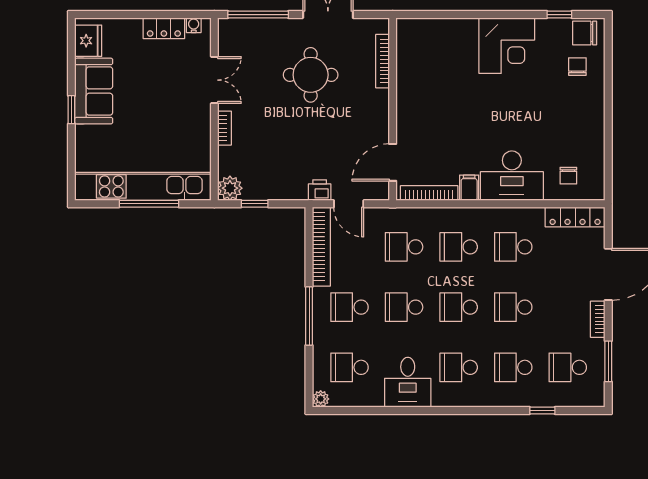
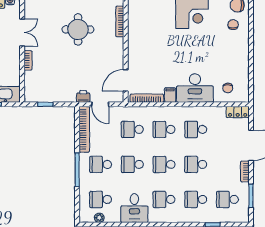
plant: (230, 188) -> (31, 95), removed
locker: (575, 217) -> (238, 112), width x0.66
plant: (321, 399) -> (99, 218), moved

